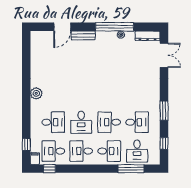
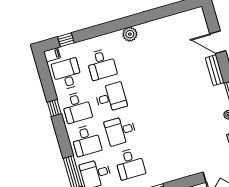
desk: (81, 122) -> (111, 97), turned 180
desk: (109, 122) -> (120, 131), turned -90
desk: (81, 151) -> (77, 107), turned 180
window: (49, 169) -> (54, 108), moved

